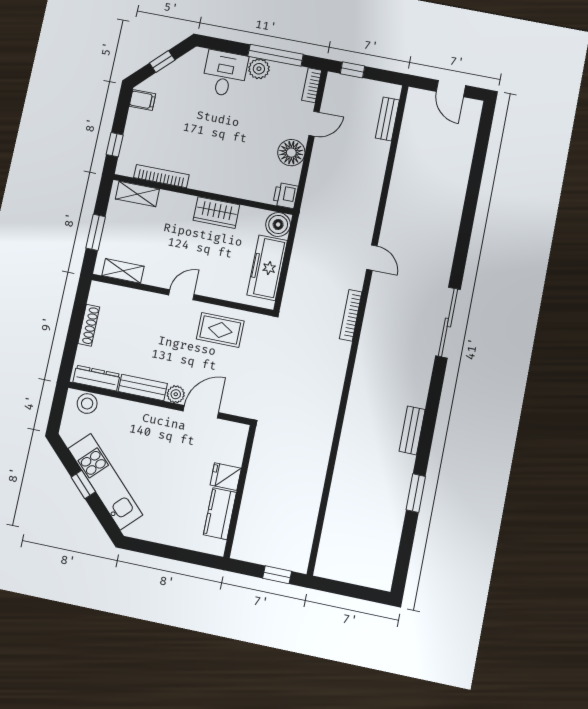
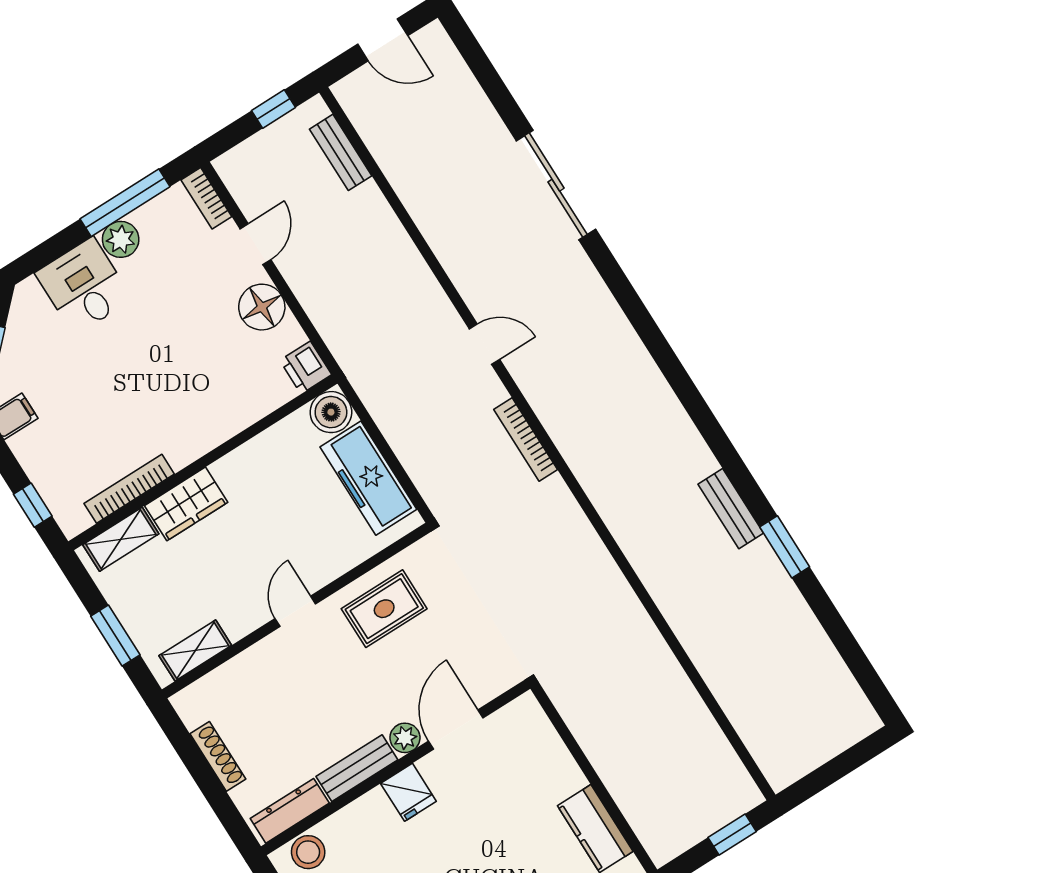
window: (352, 70) -> (273, 109), moved
wardrobe: (216, 213) -> (186, 504), moved
sliding door: (448, 323) -> (556, 185), moved
fridge: (226, 477) -> (408, 792), moved, turned -90
window: (416, 493) -> (785, 547), moved

